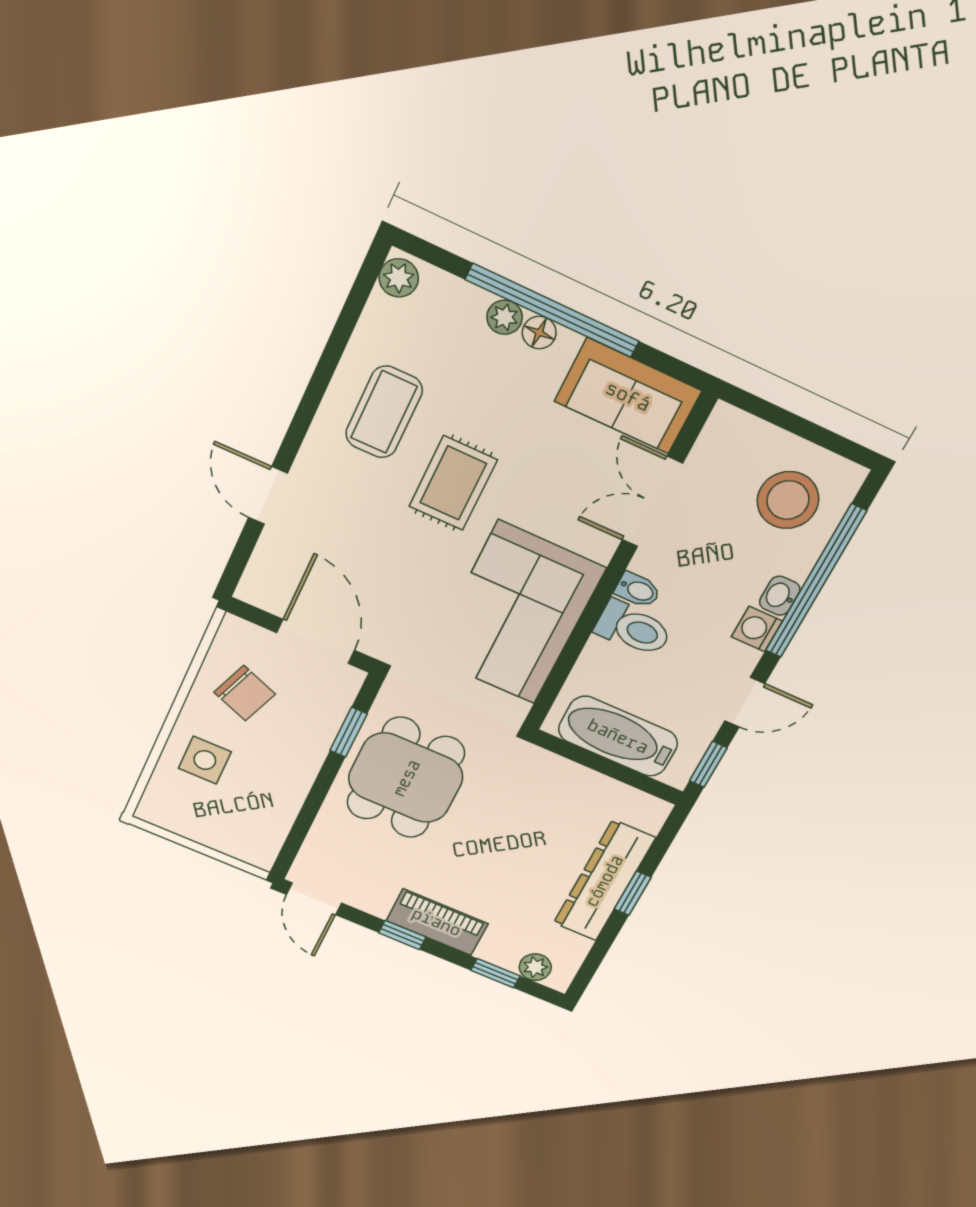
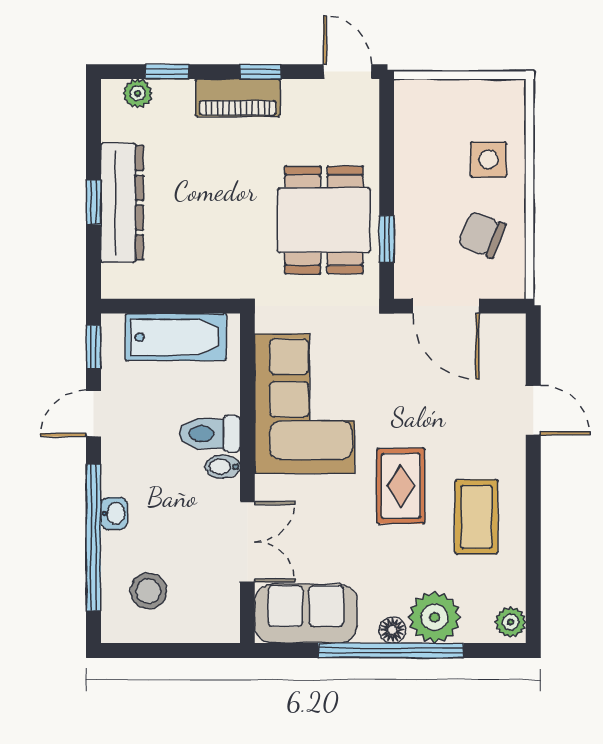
plant: (505, 317) -> (435, 617), width x1.87, depth x1.87
stool: (788, 500) -> (149, 591), width x0.73, depth x0.73
washing machine: (757, 629) -> (117, 478), removed

